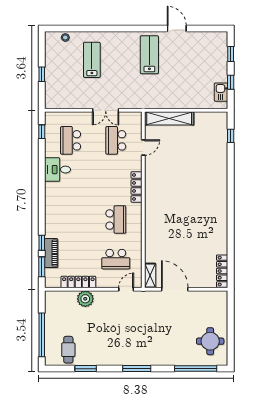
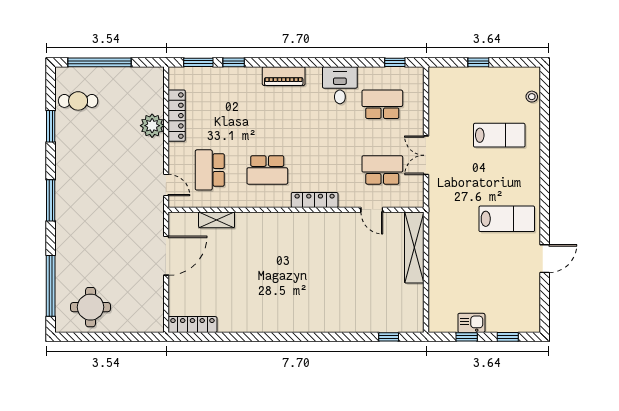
kitchen sink: (221, 92) -> (471, 323), moved
piano: (51, 253) -> (284, 76), moved
shelving: (150, 276) -> (217, 220), moved

